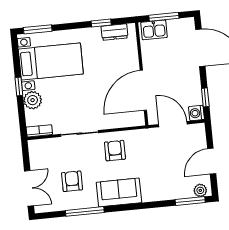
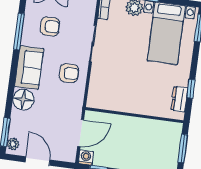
kitchen sink: (154, 30) -> (173, 136), removed
door: (143, 90) -> (119, 113), removed
floor lamp: (153, 191) -> (23, 100), added

